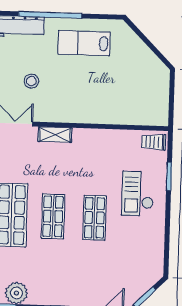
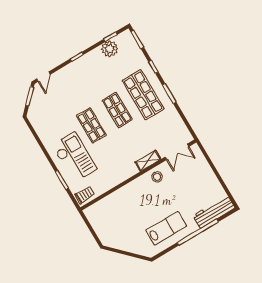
stool: (31, 81) -> (157, 177), moved
checkout: (138, 194) -> (74, 157), width x1.36, depth x1.21

